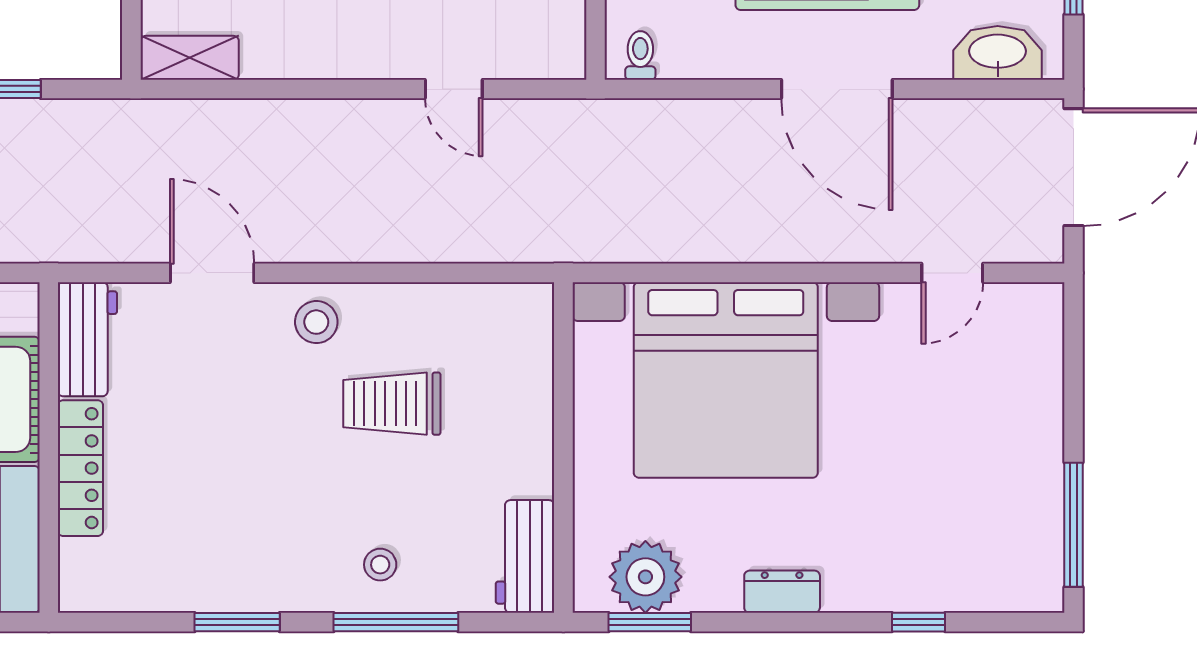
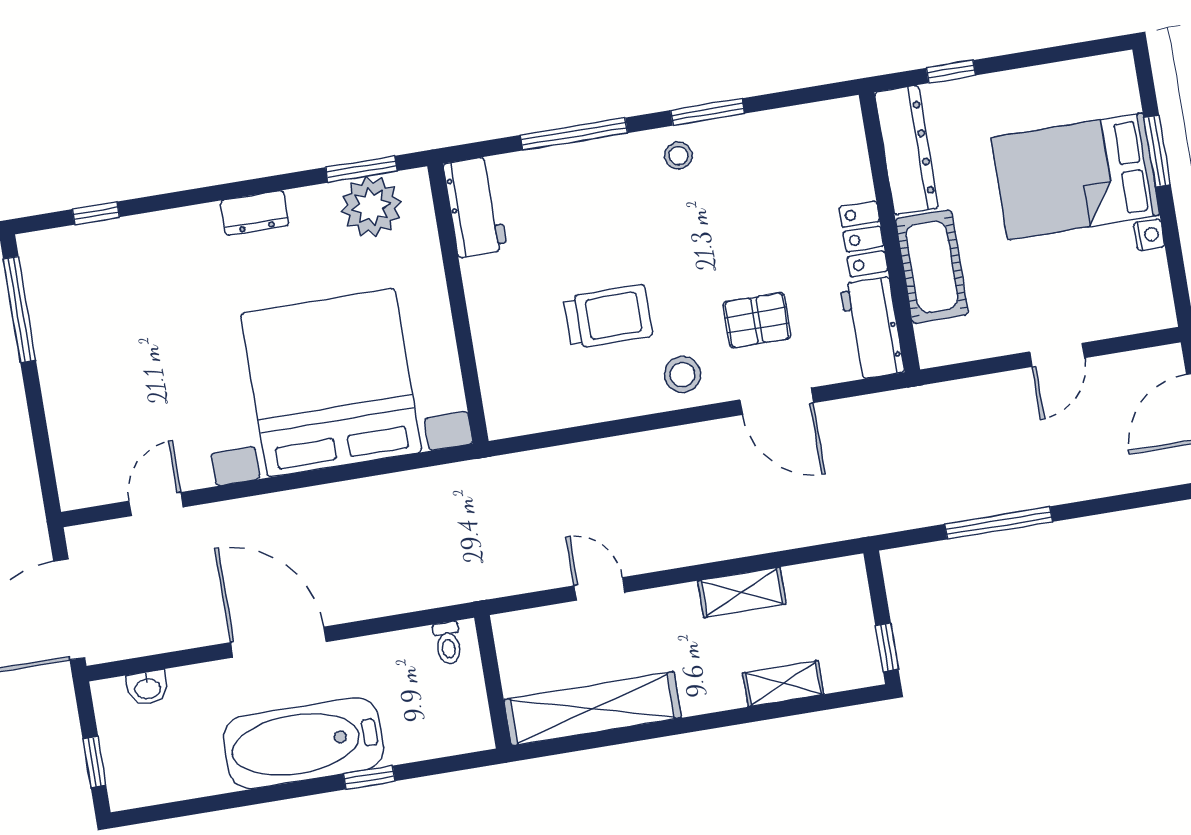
washbasin: (998, 53) -> (148, 688), width x0.52, depth x0.69
shelving: (190, 58) -> (742, 592), moved
pallet: (219, 371) -> (757, 320), added
locker: (80, 468) -> (863, 239), width x0.66
stool: (380, 565) -> (678, 156), moved
window: (918, 622) -> (96, 213), moved

